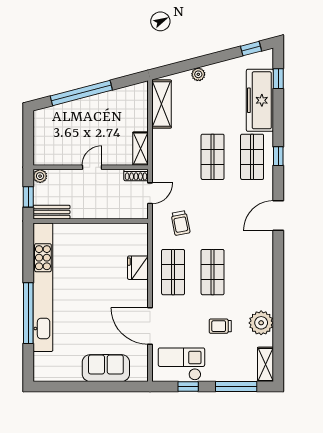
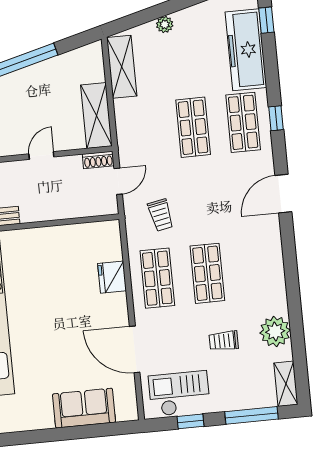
shelving: (140, 149) -> (96, 116), width x1.50, depth x1.33

